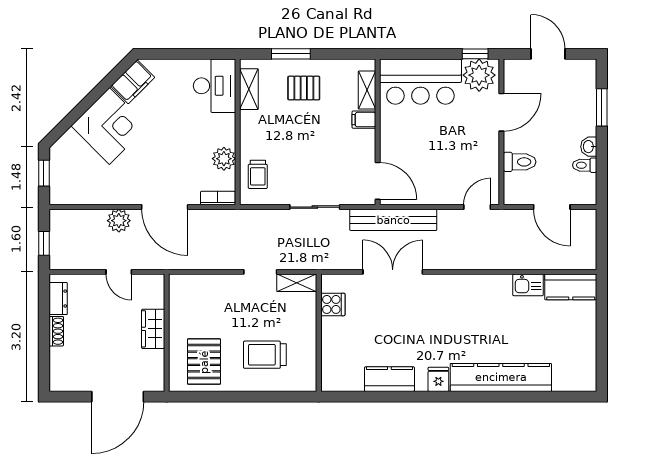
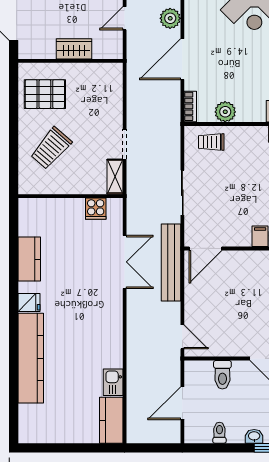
washbasin: (589, 147) -> (254, 436), moved
trolley: (265, 355) -> (51, 148), turned -139

